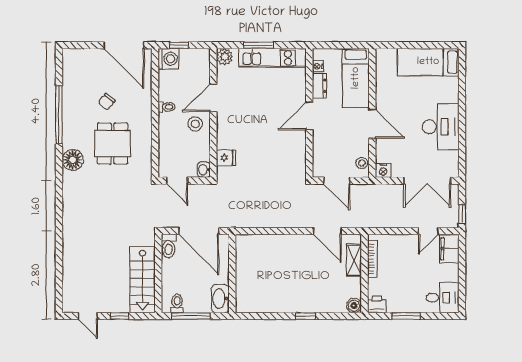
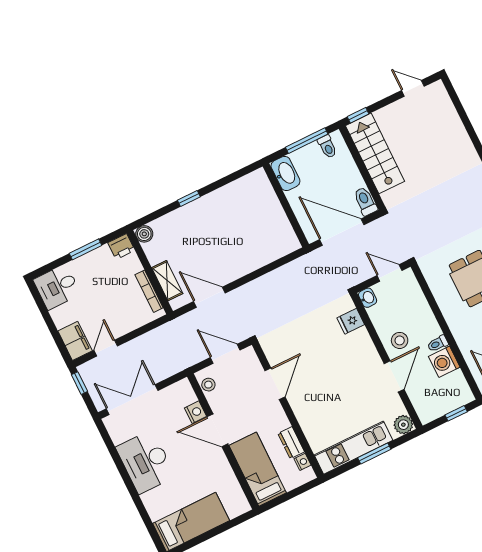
washing machine: (168, 59) -> (444, 362), moved
door: (309, 116) -> (275, 384), moved
nightstand: (383, 170) -> (195, 412), moved, turned 90
window: (120, 316) -> (358, 115), moved

